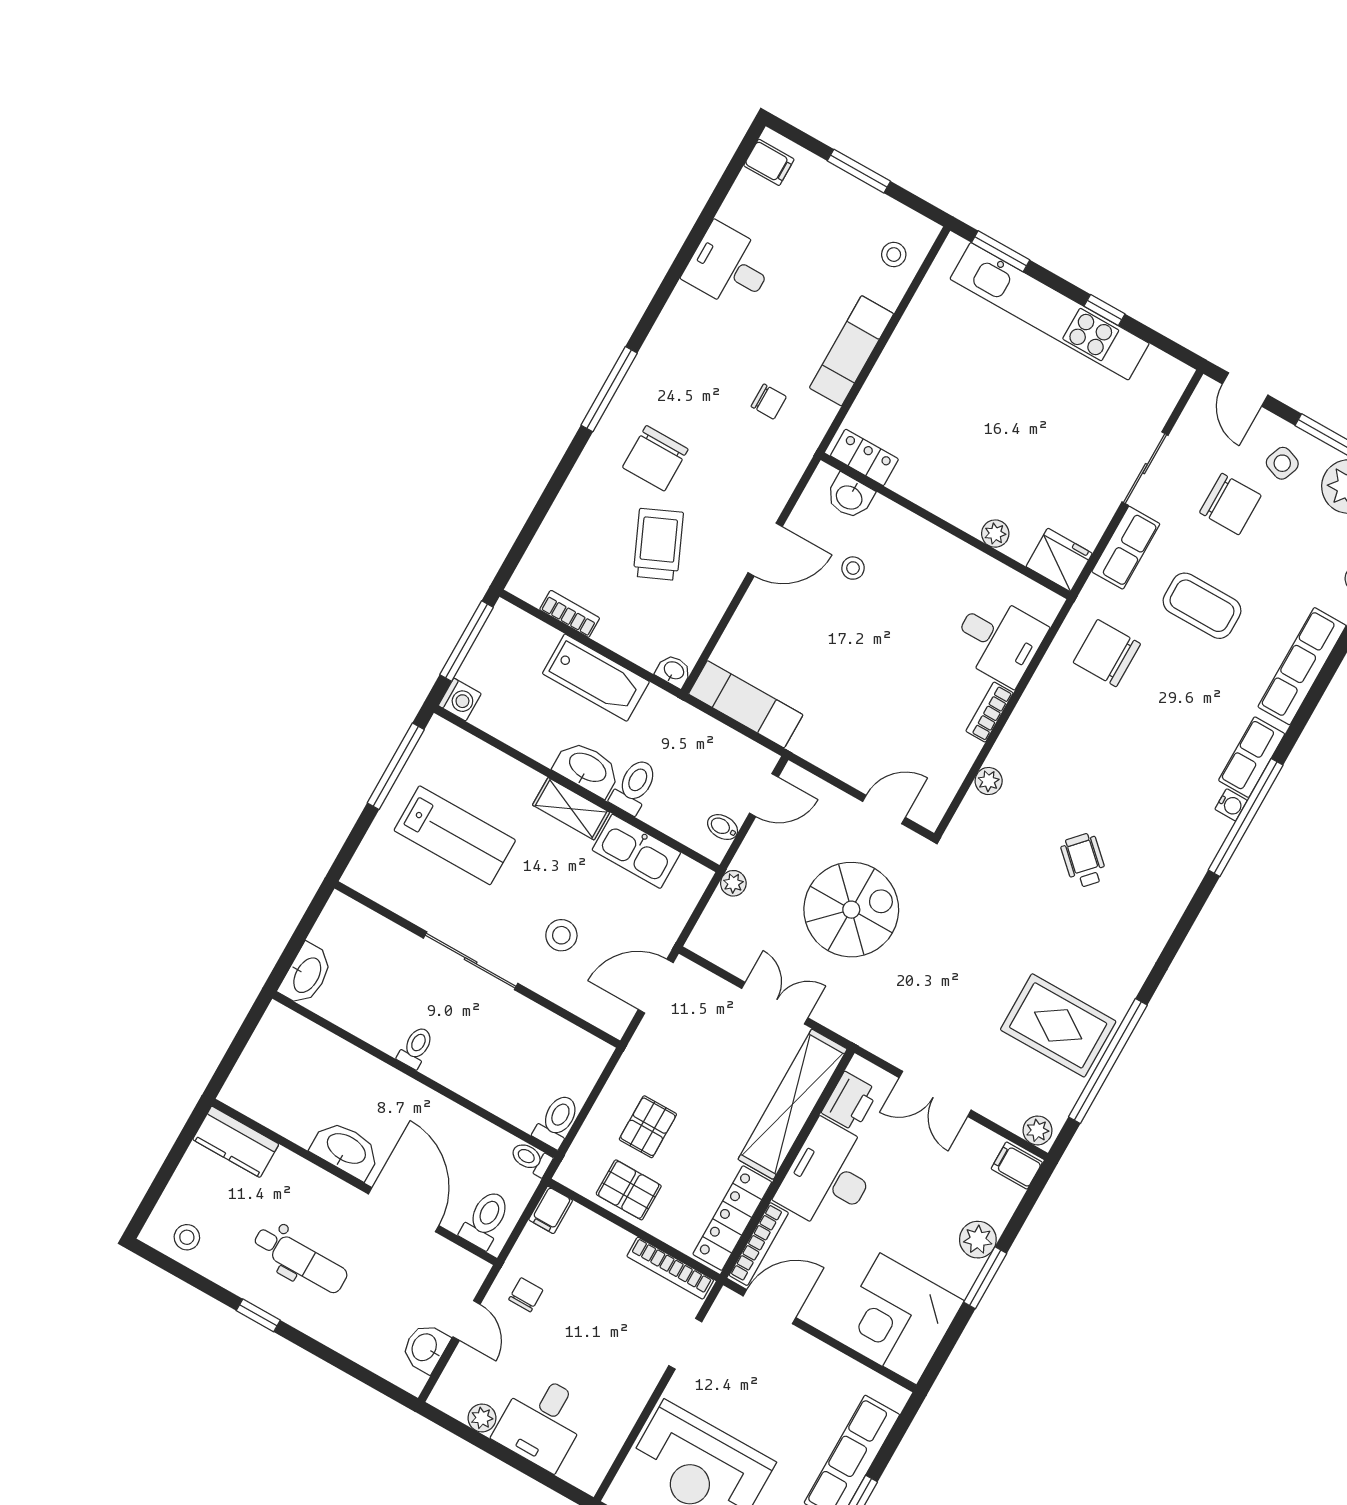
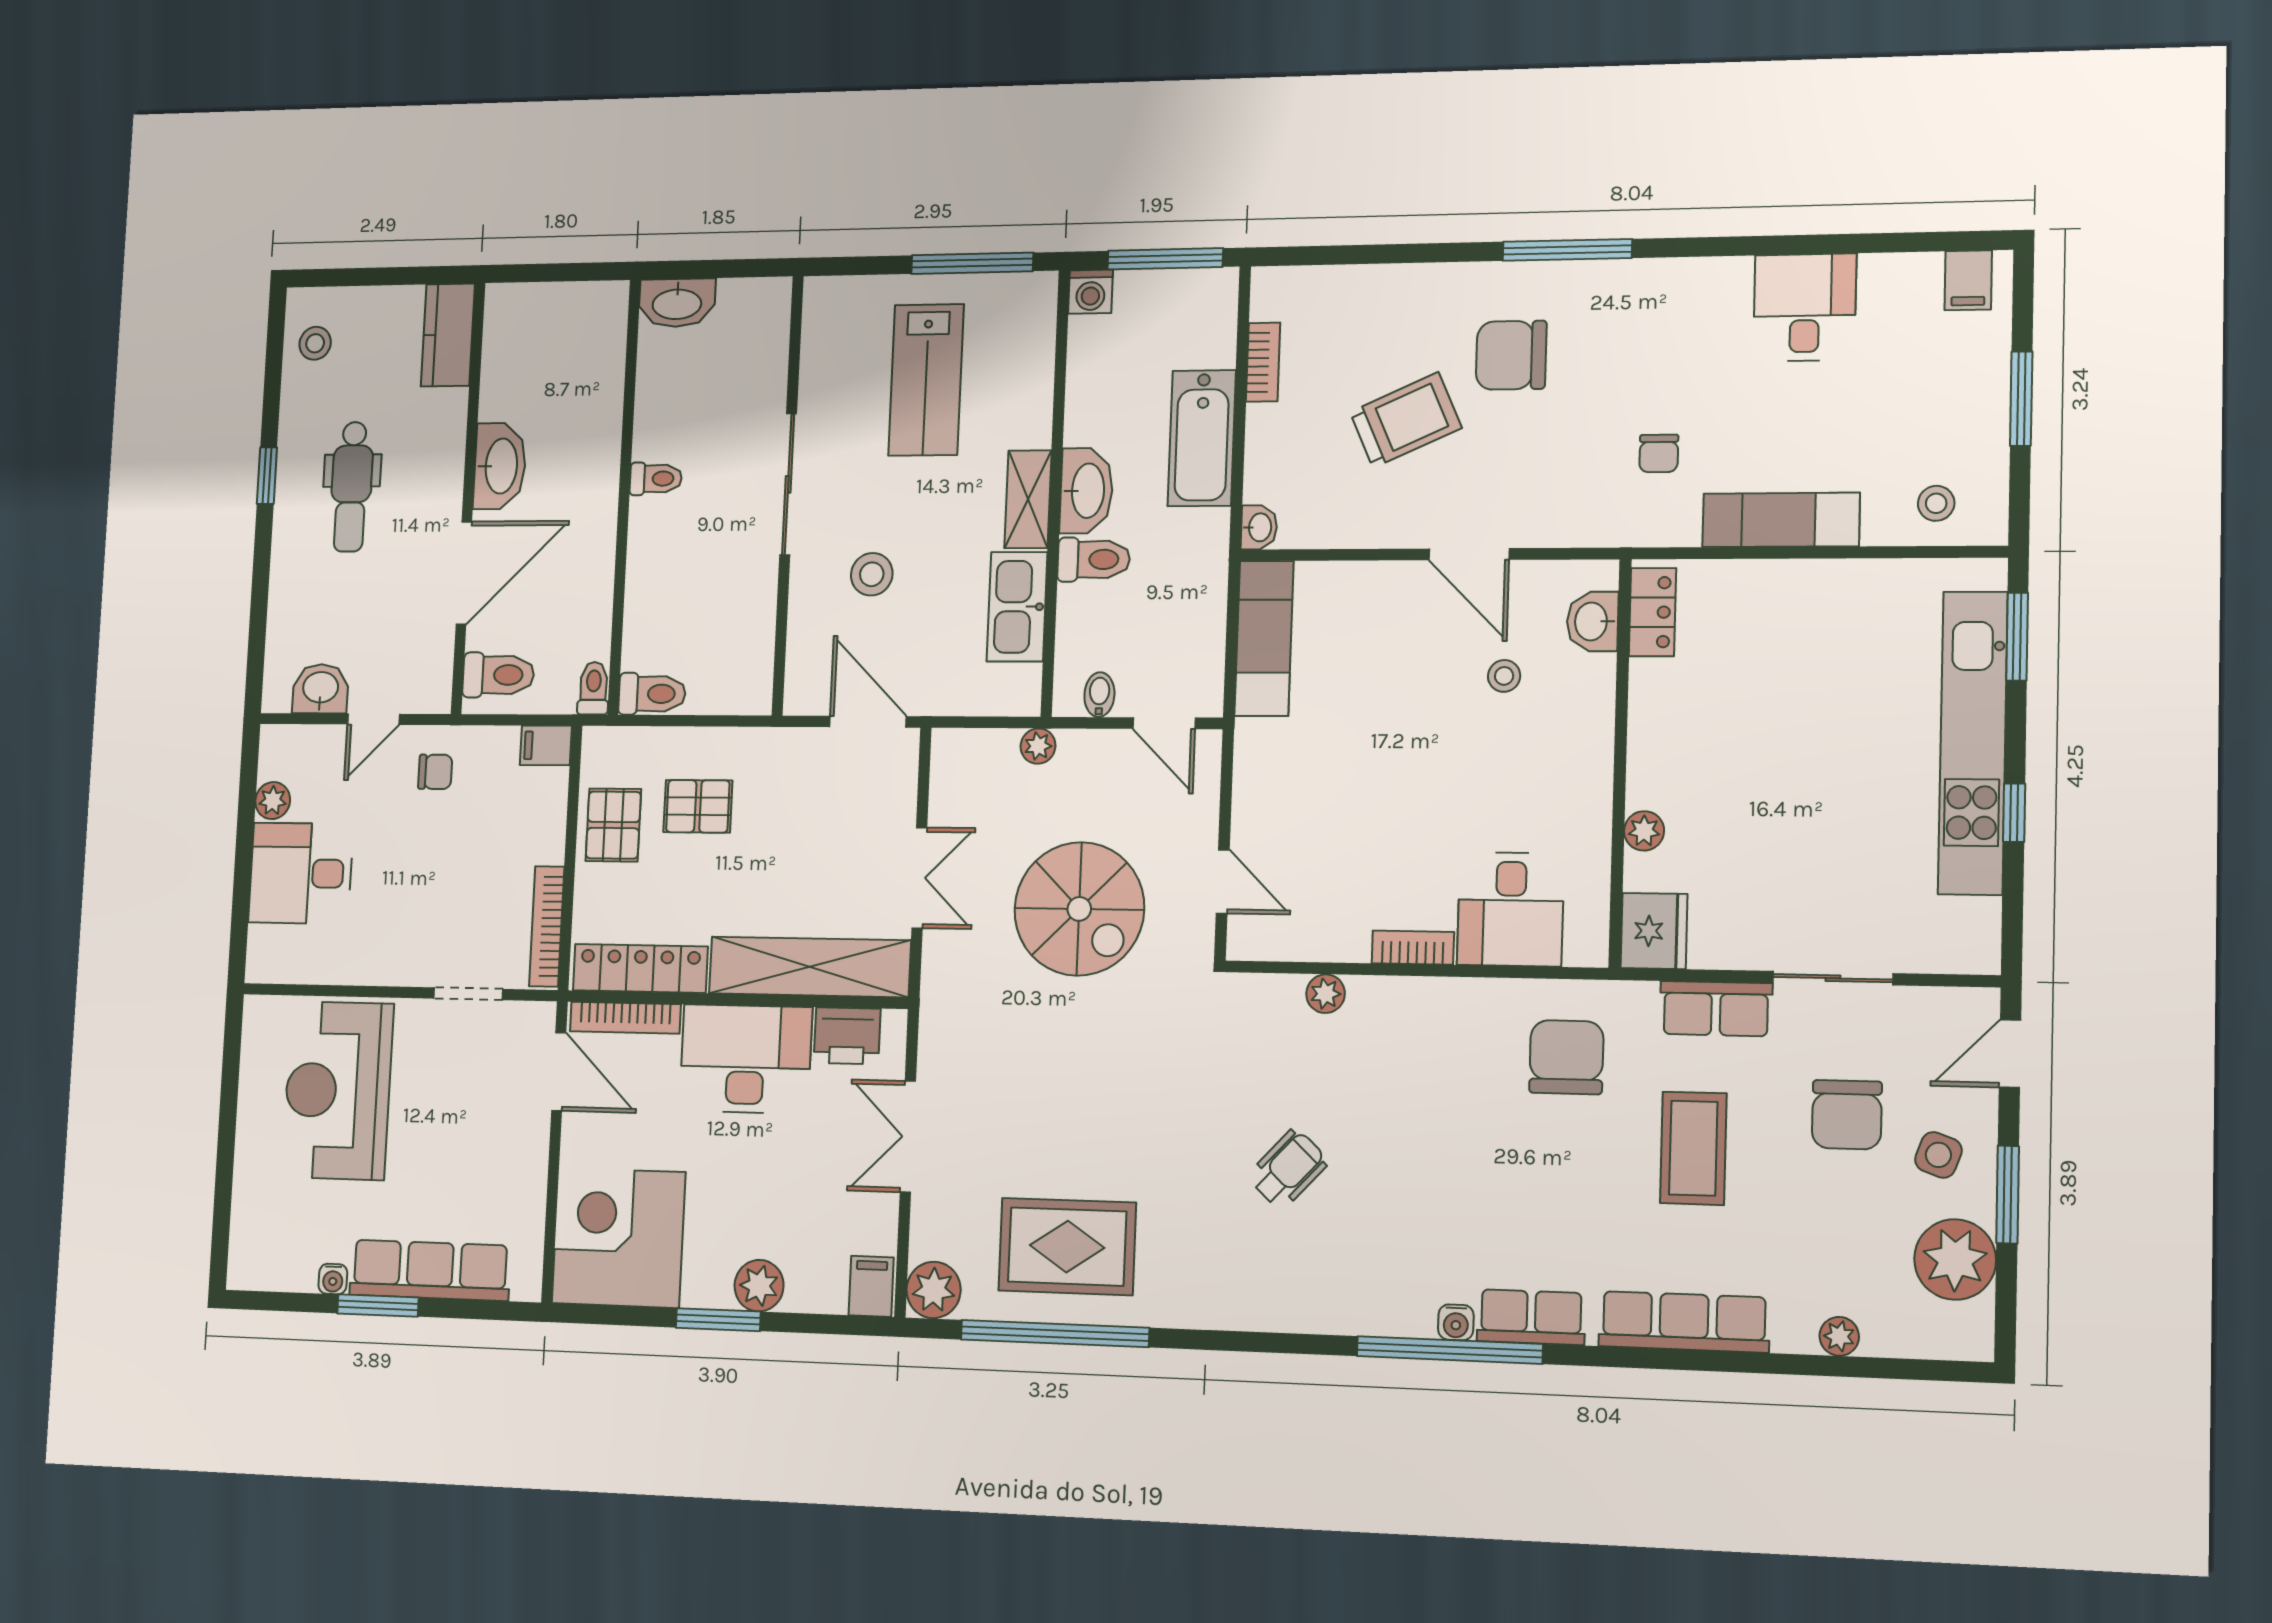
rug: (1058, 1025) -> (1067, 1247), turned 90
plant: (1038, 1130) -> (934, 1290), width x1.38, depth x1.38

